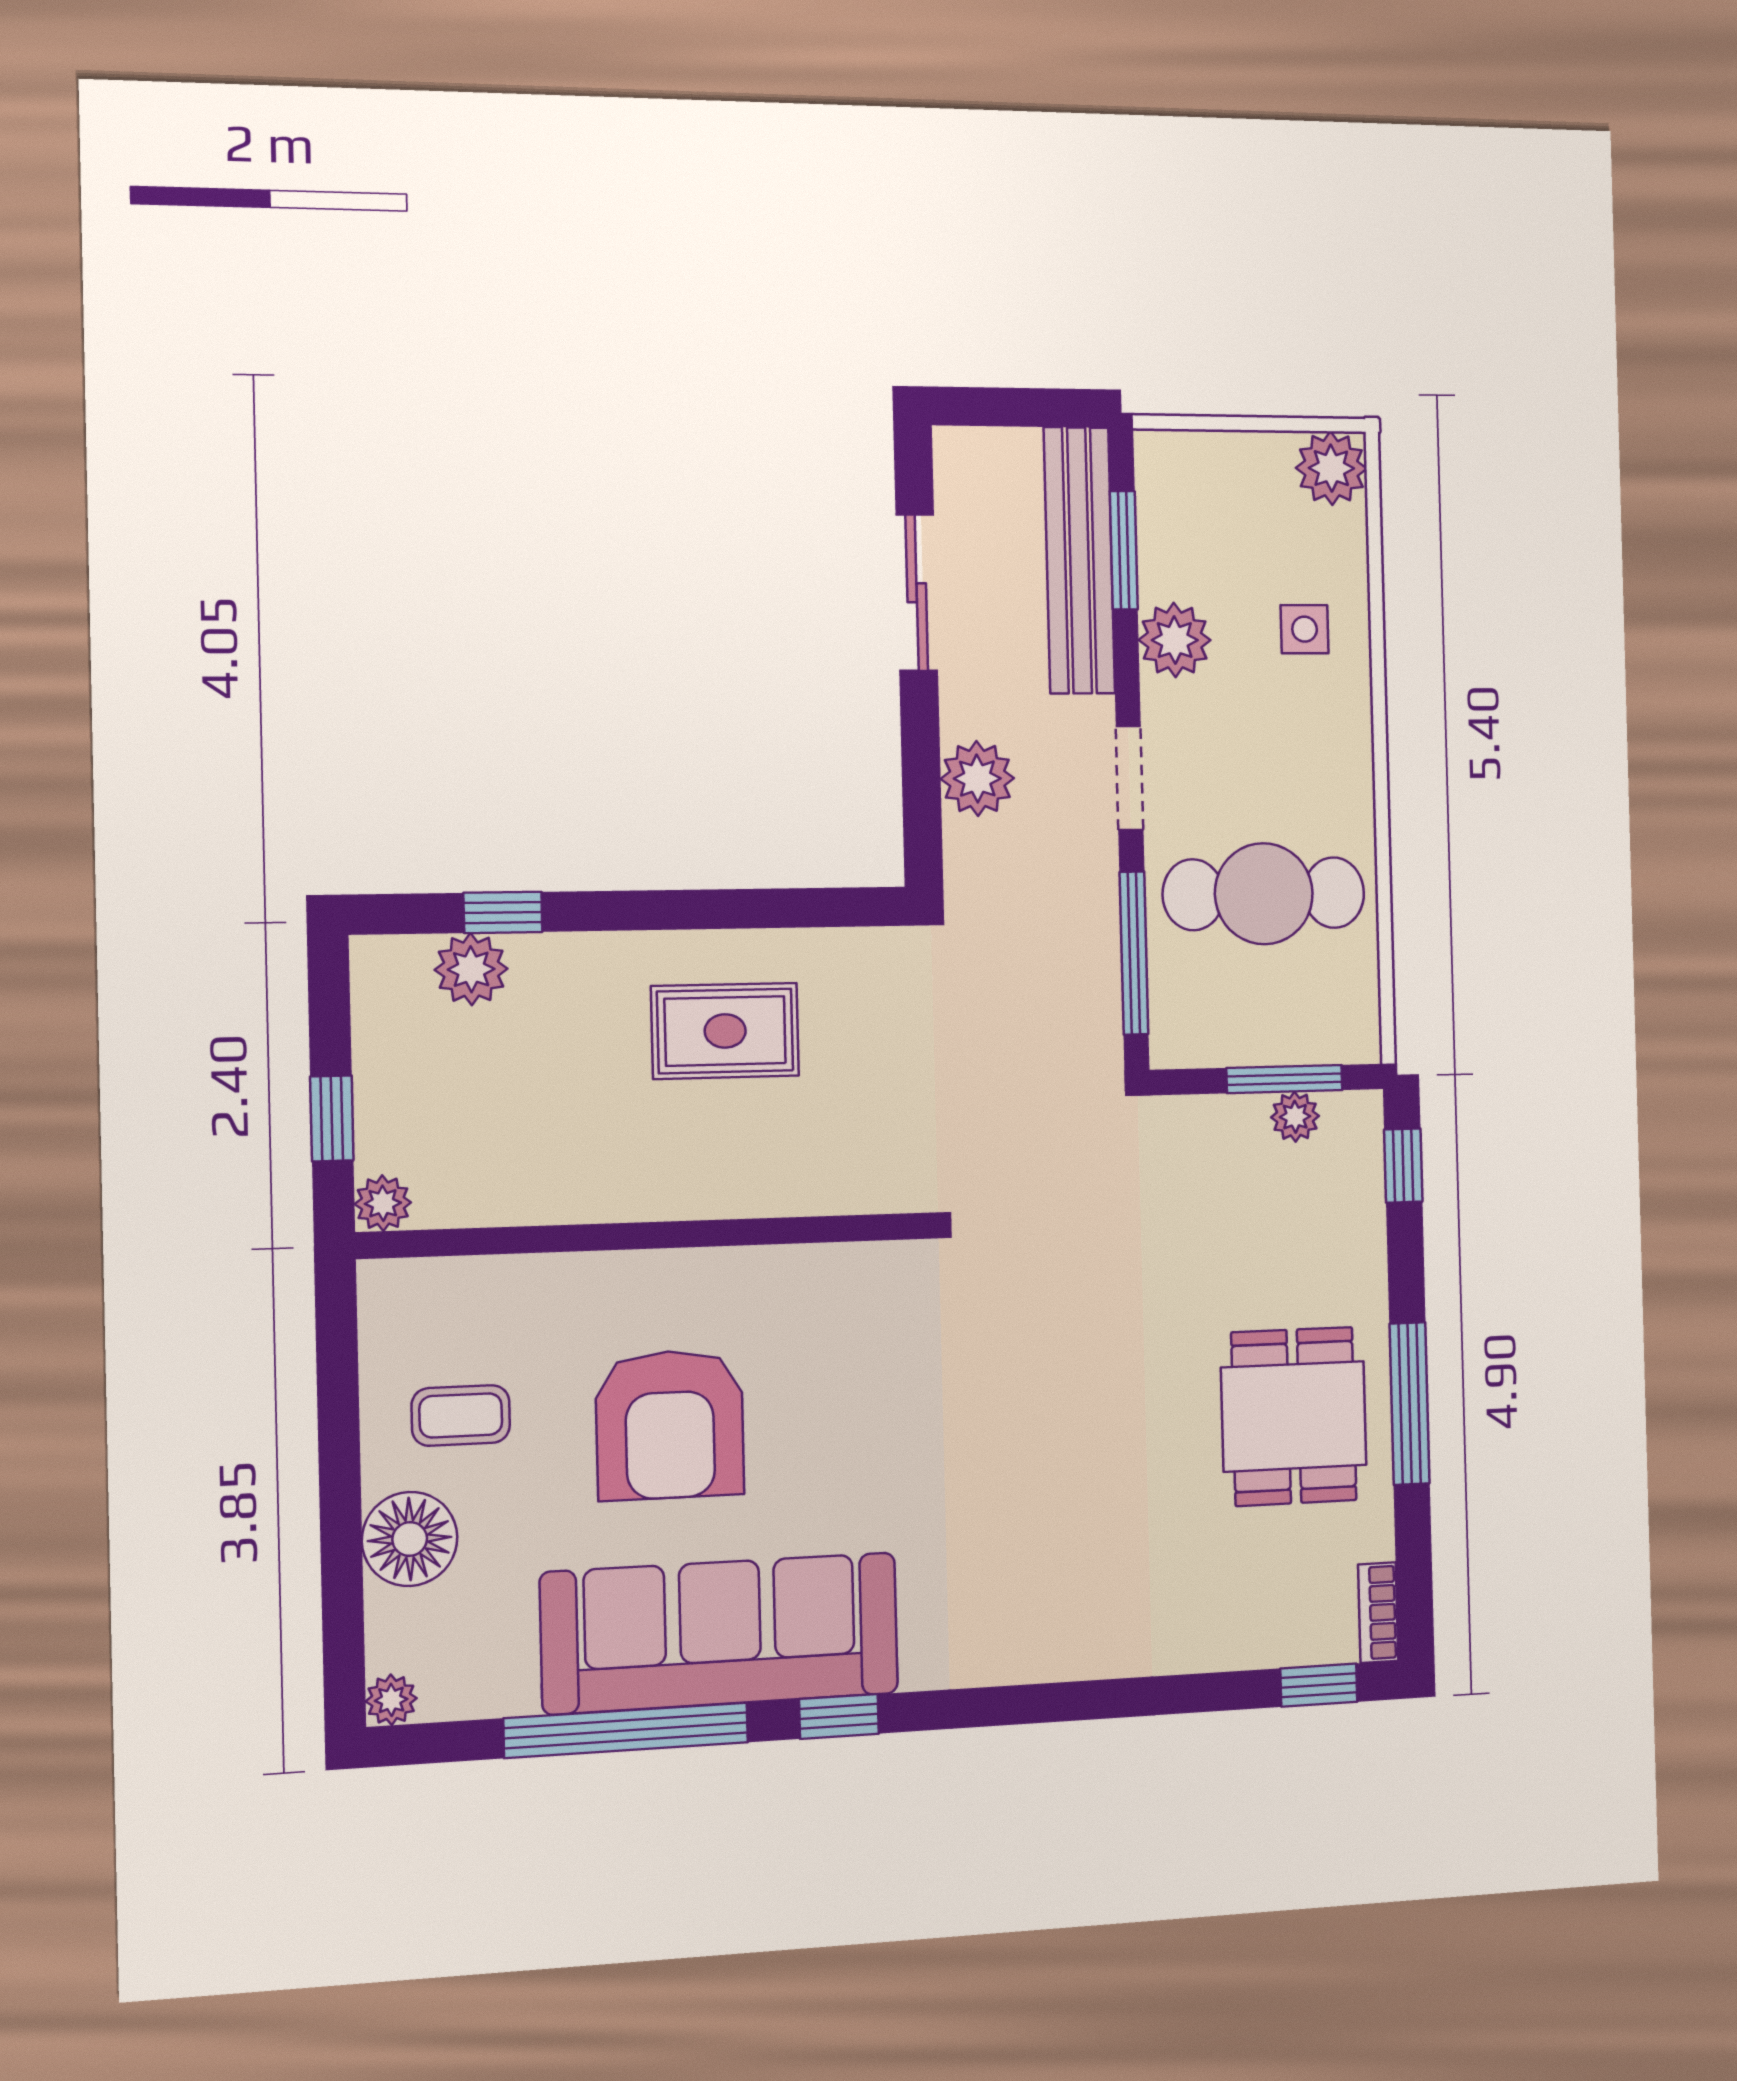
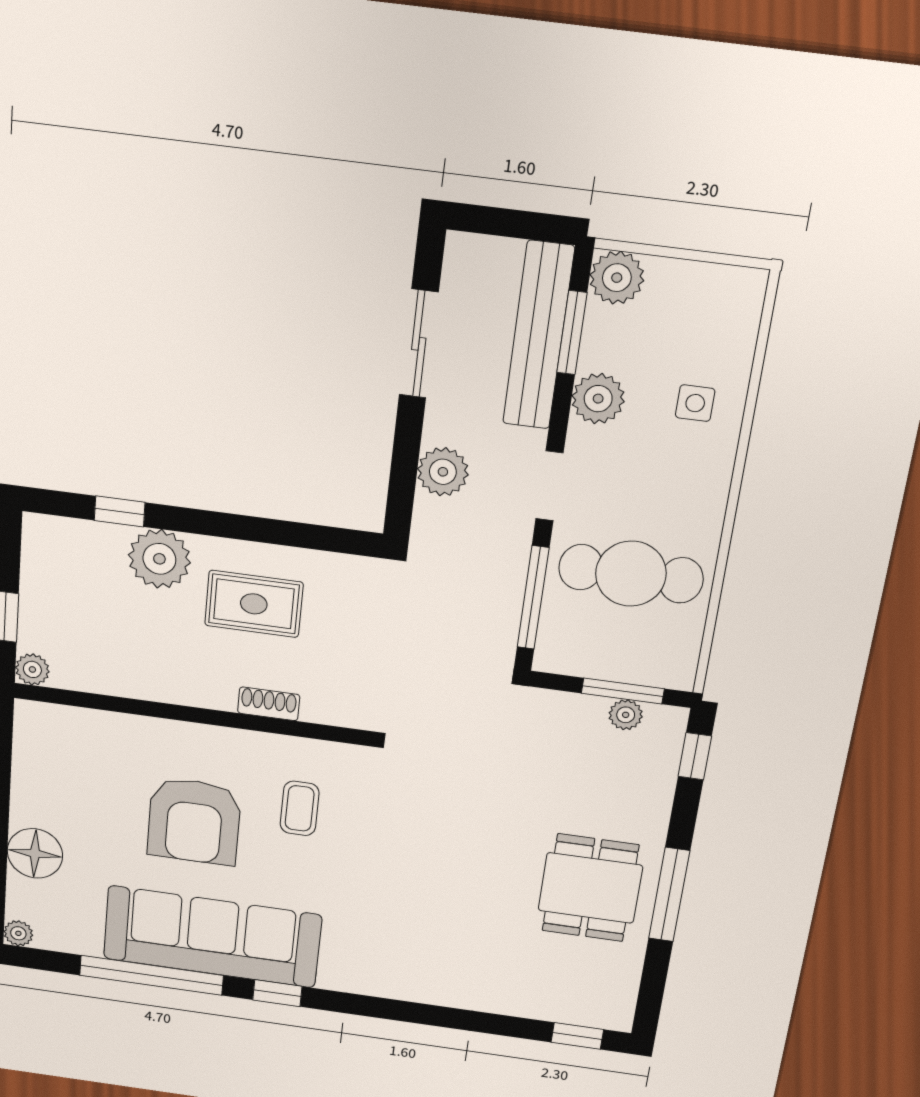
plant: (1331, 468) -> (617, 278), moved
plant: (471, 969) -> (159, 559), moved, width x1.36, depth x1.36
shoe rack: (766, 1195) -> (269, 704), added
coffee table: (461, 1415) -> (300, 808), moved, turned 90
bookcase: (1378, 1613) -> (624, 1005), removed

